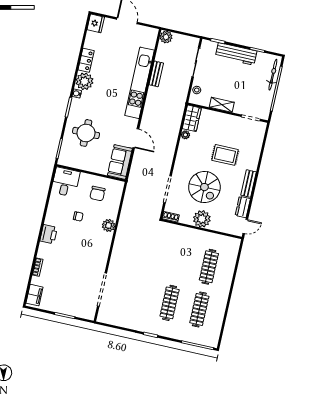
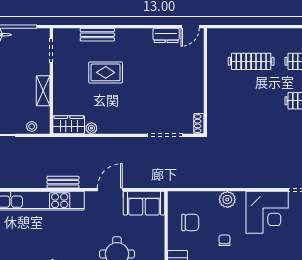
bench: (156, 74) -> (63, 182), moved
rug: (225, 155) -> (106, 72), turned 90
bench: (249, 184) -> (97, 35), moved
spiral stairs: (204, 187) -> (152, 89), removed
plant: (202, 219) -> (193, 84), removed
door: (245, 227) -> (190, 27), swing flipped
corner desk: (92, 253) -> (267, 212), added

